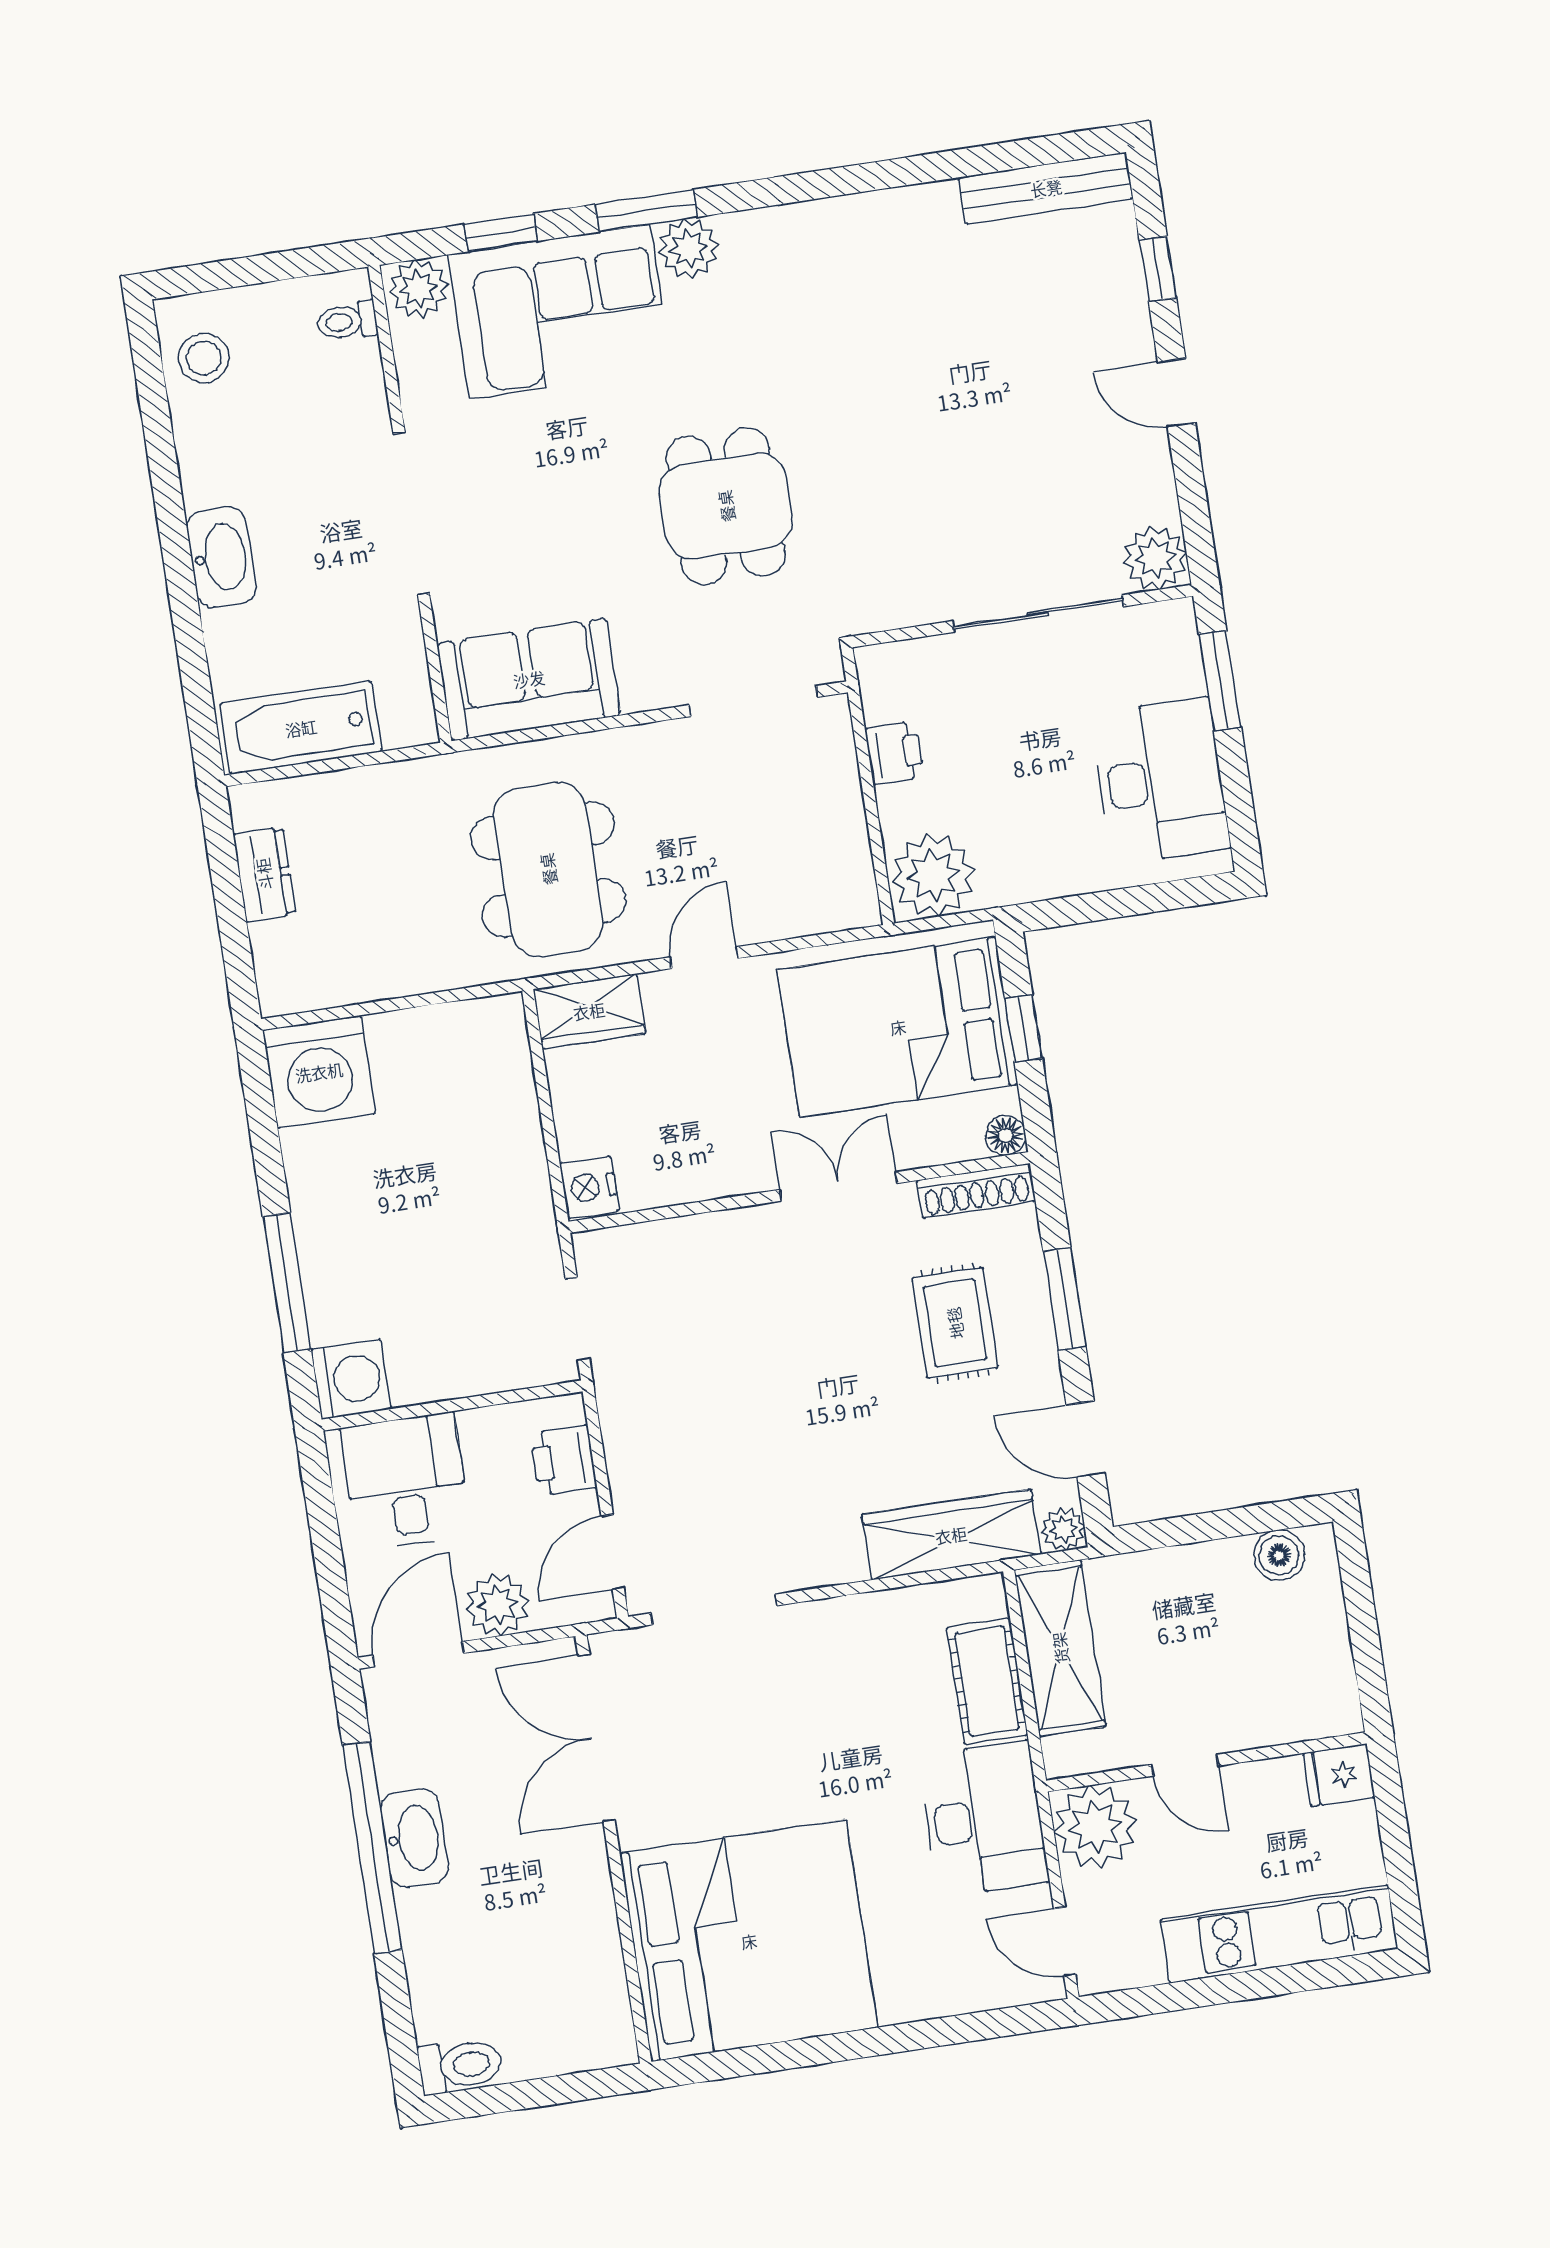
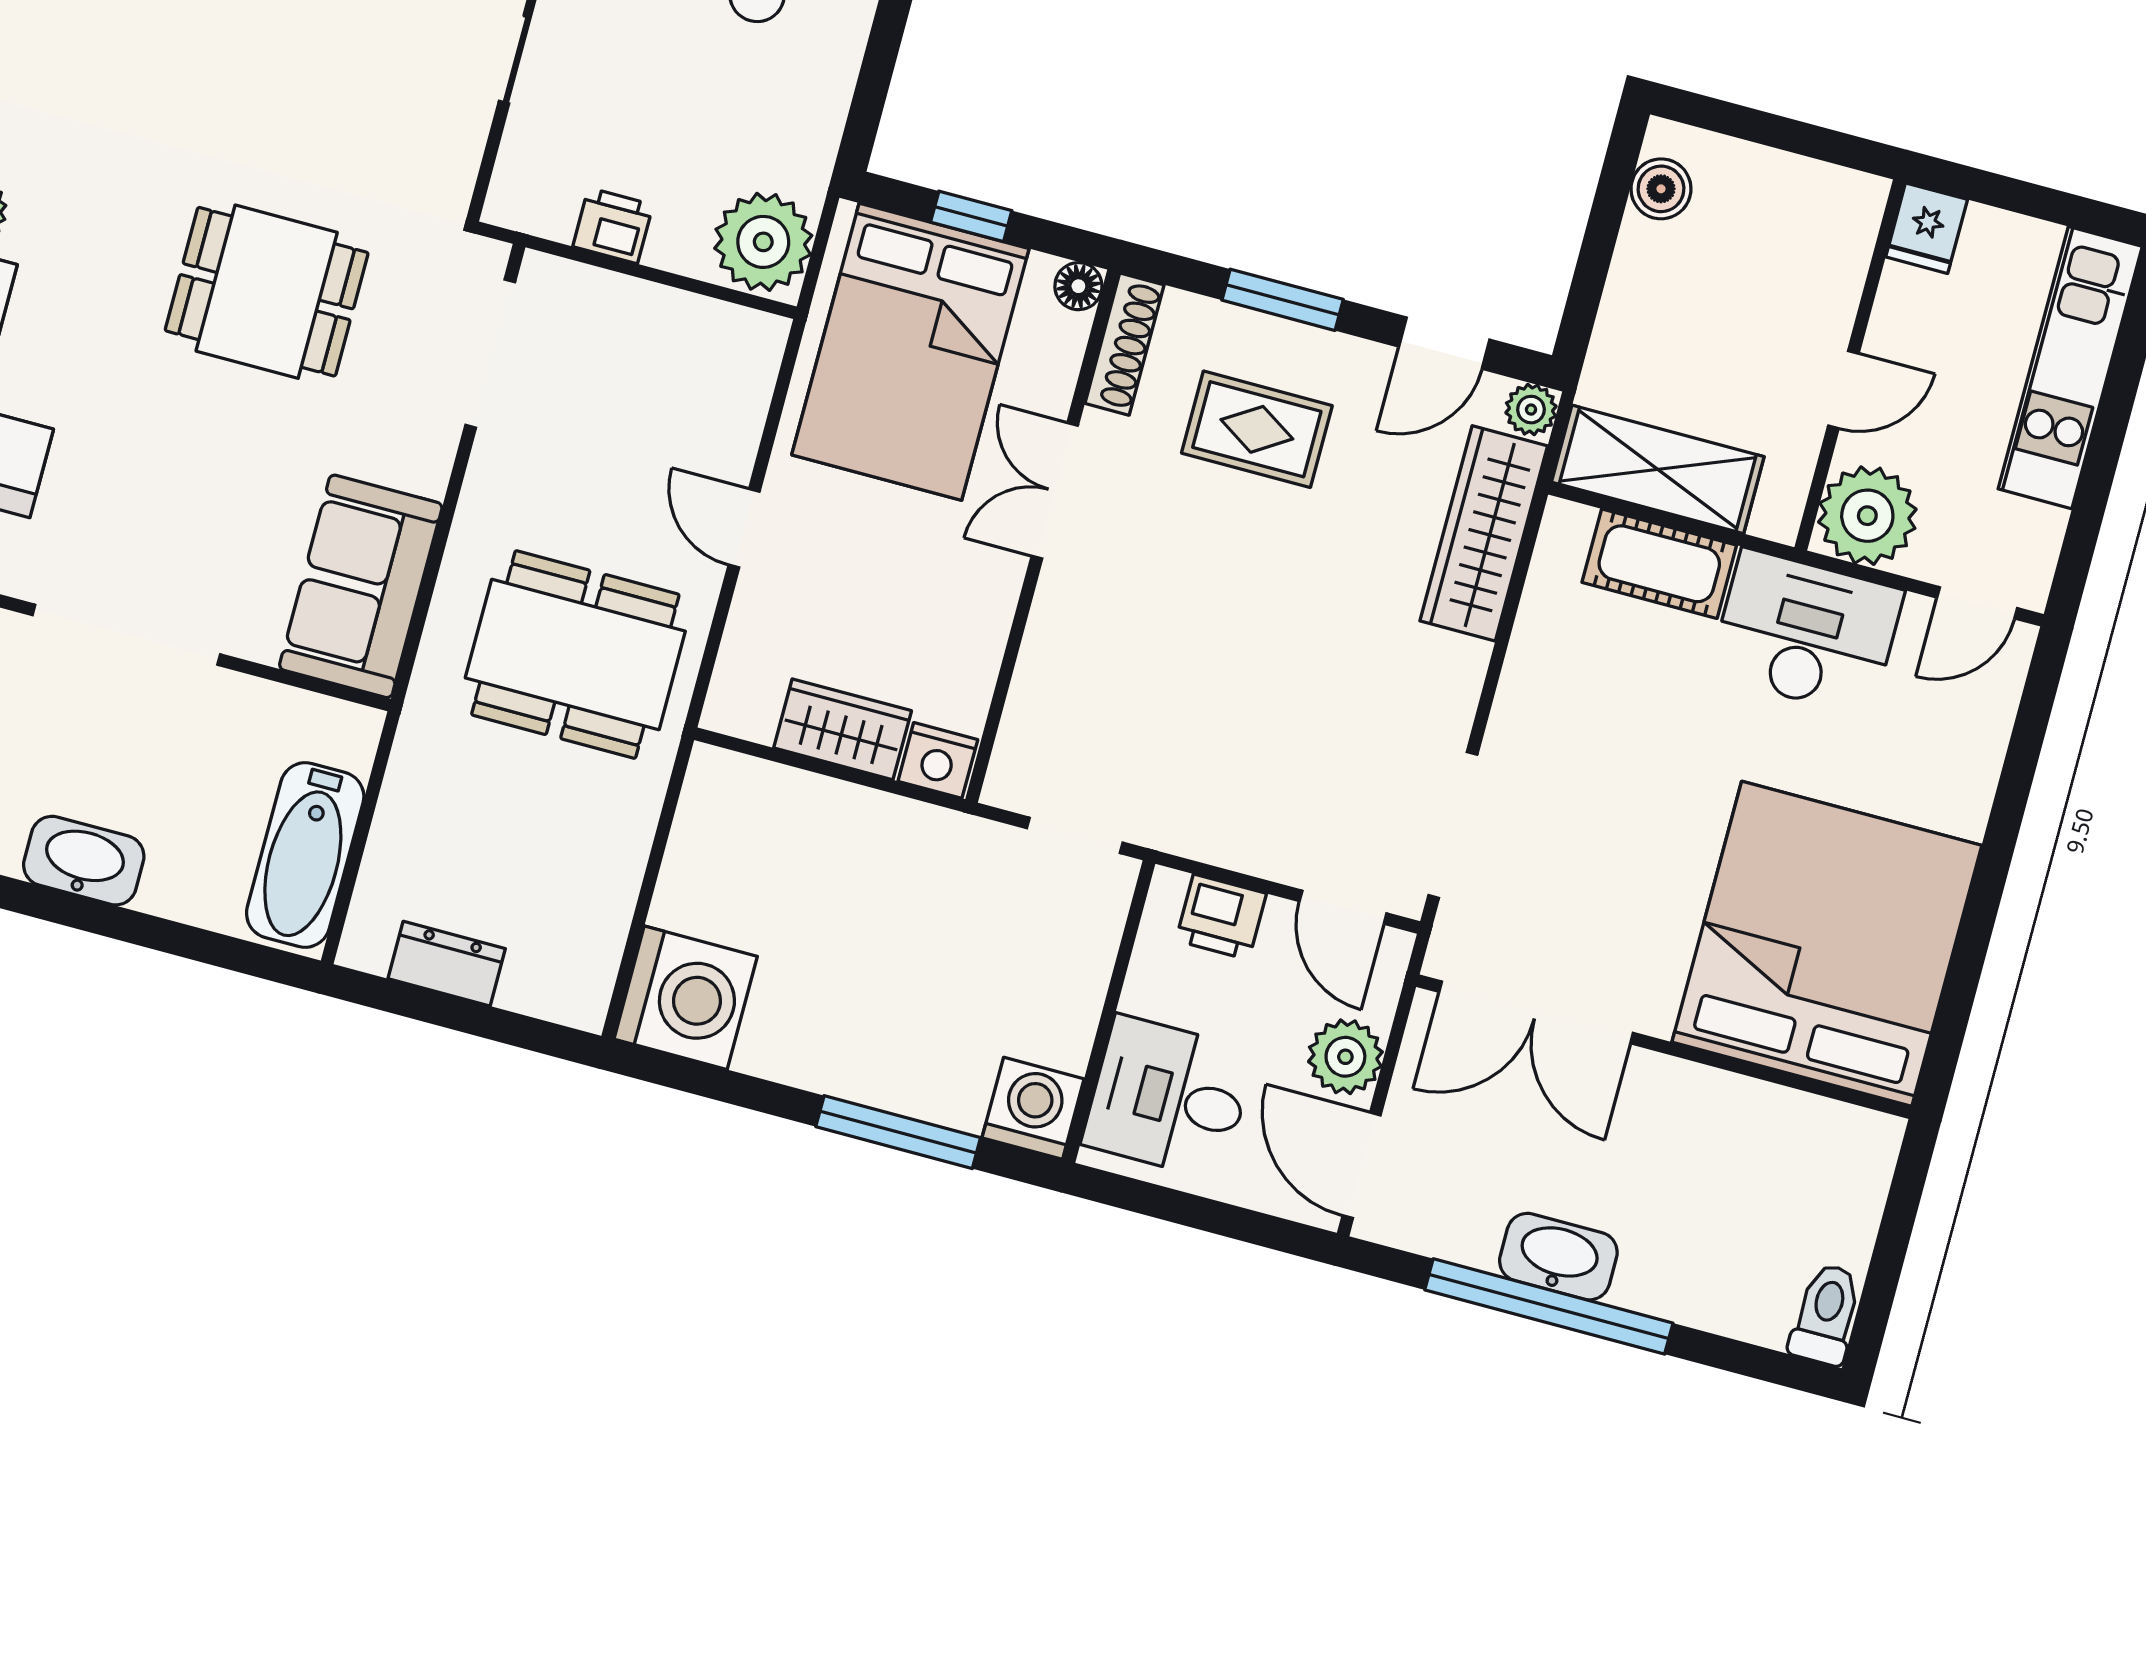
wardrobe: (589, 1011) -> (843, 729), moved, turned -90

